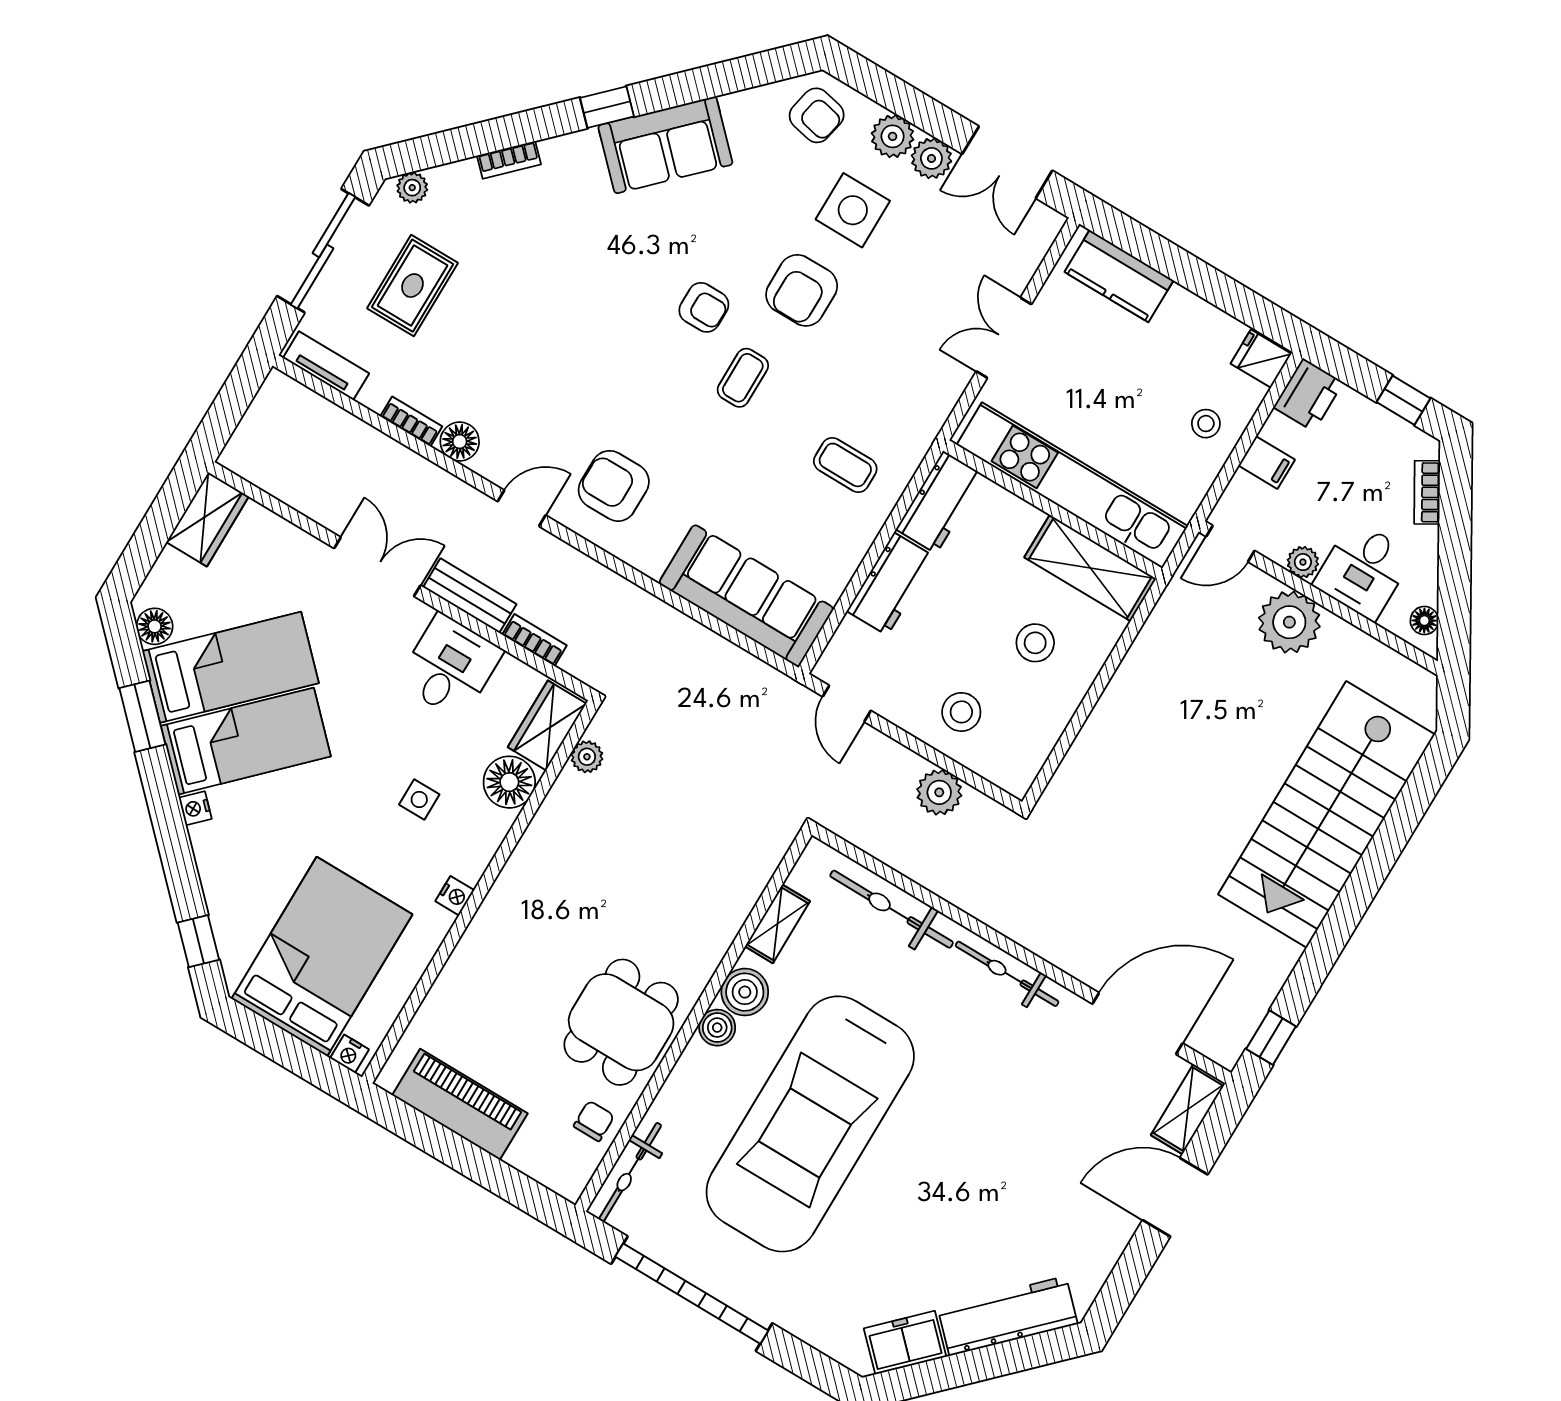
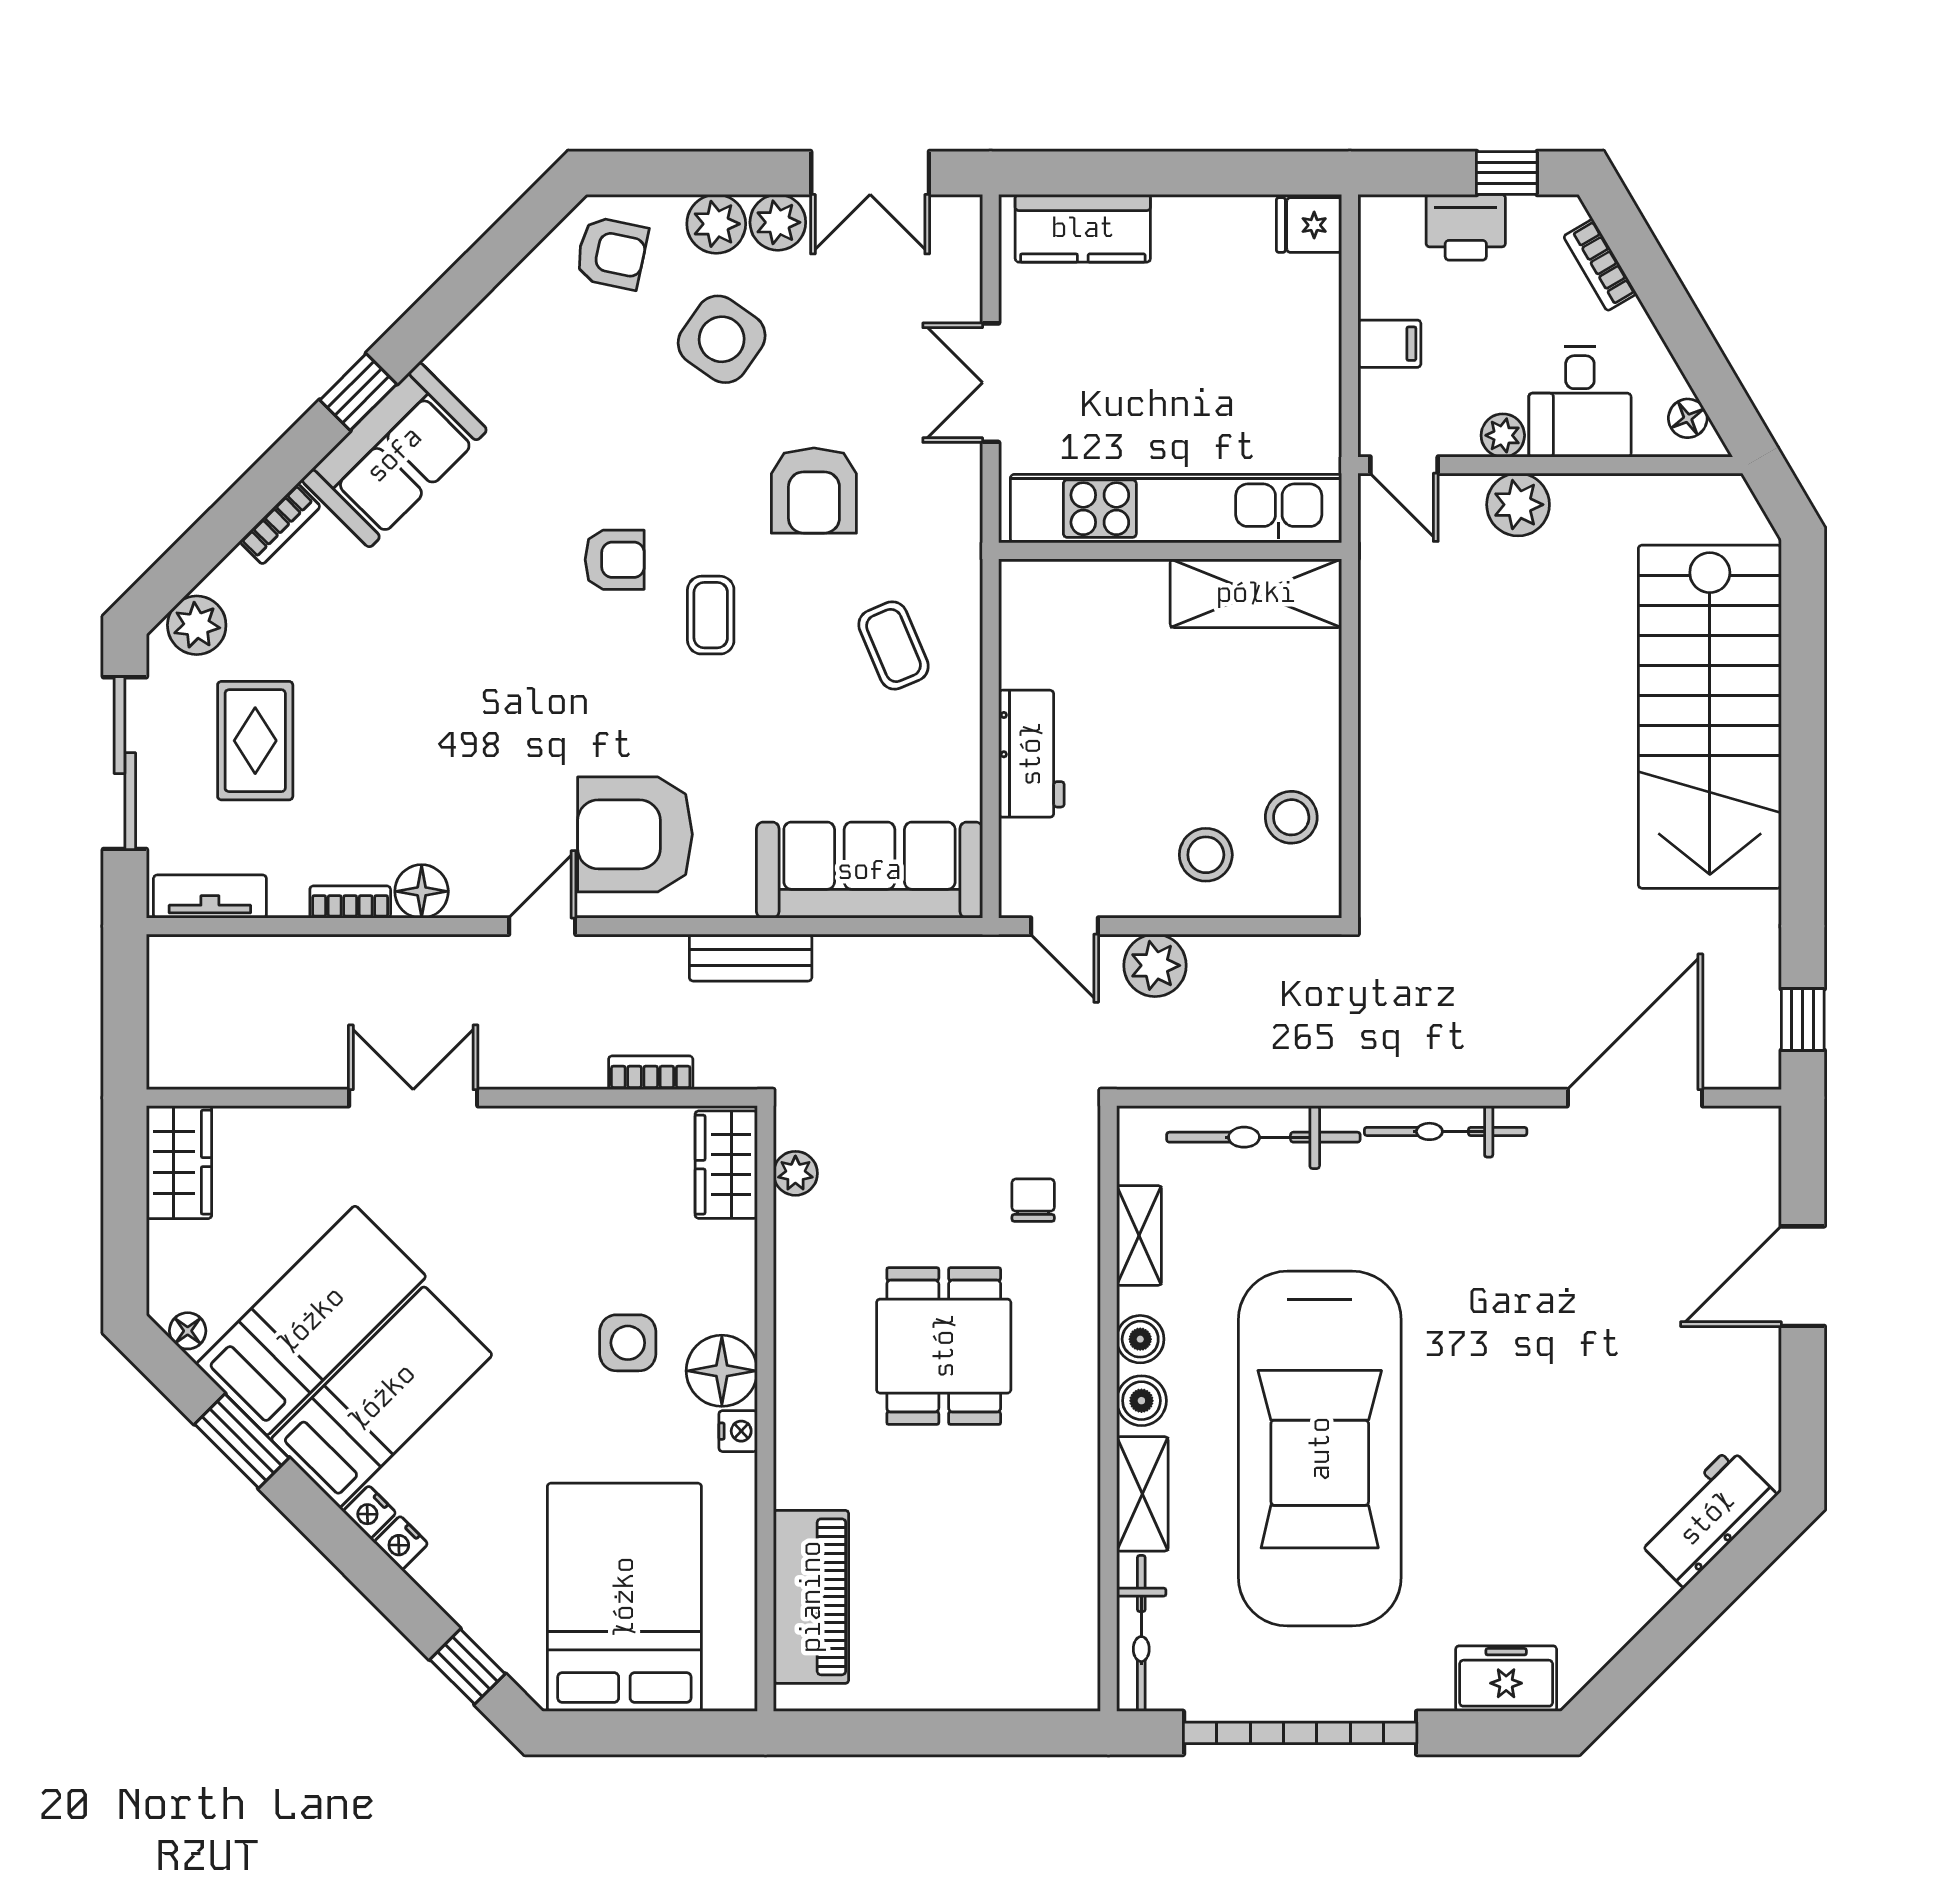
sofa: (665, 145) -> (394, 455), moved
plant: (412, 188) -> (197, 625), width x1.38, depth x1.38
side table: (853, 210) -> (722, 339), turned 35
armchair: (802, 290) -> (814, 491), moved
printer: (1308, 395) -> (1466, 227), moved, turned 90
stool: (1206, 424) -> (1290, 341), removed
coffee table: (845, 465) -> (894, 645), turned 67
armchair: (614, 486) -> (635, 834), width x1.36, depth x1.36
workbench: (940, 502) -> (1031, 622), removed
door: (1230, 544) -> (1404, 465), hinge flipped
bench: (470, 596) -> (751, 958), moved
plant: (1289, 622) -> (1518, 505), width x0.73, depth x0.73
floor lamp: (155, 626) -> (188, 1331), width x0.73, depth x0.73
stool: (1035, 643) -> (1291, 817), moved
desk: (450, 667) -> (570, 1164), removed
floor lamp: (509, 782) -> (722, 1371), moved
plant: (939, 792) -> (1155, 965), moved
side table: (419, 799) -> (628, 1343), width x1.37, depth x1.37
boiler: (745, 992) -> (1140, 1339), width x0.73, depth x0.73
dining table: (621, 1022) -> (944, 1346), moved
nightstand: (349, 1054) -> (401, 1543), moved, turned 45
piano: (460, 1104) -> (811, 1597), moved, turned 90
shelving: (1188, 1109) -> (1142, 1494), moved
chair: (594, 1121) -> (1033, 1200), moved
workbench: (1008, 1316) -> (1707, 1518), width x0.73
freezer: (905, 1343) -> (1506, 1679), moved, turned 45

